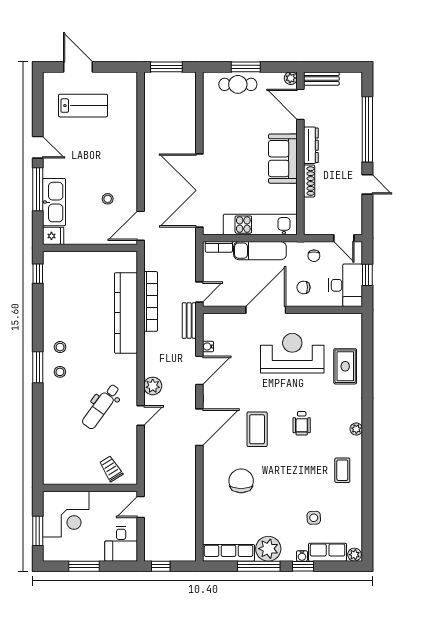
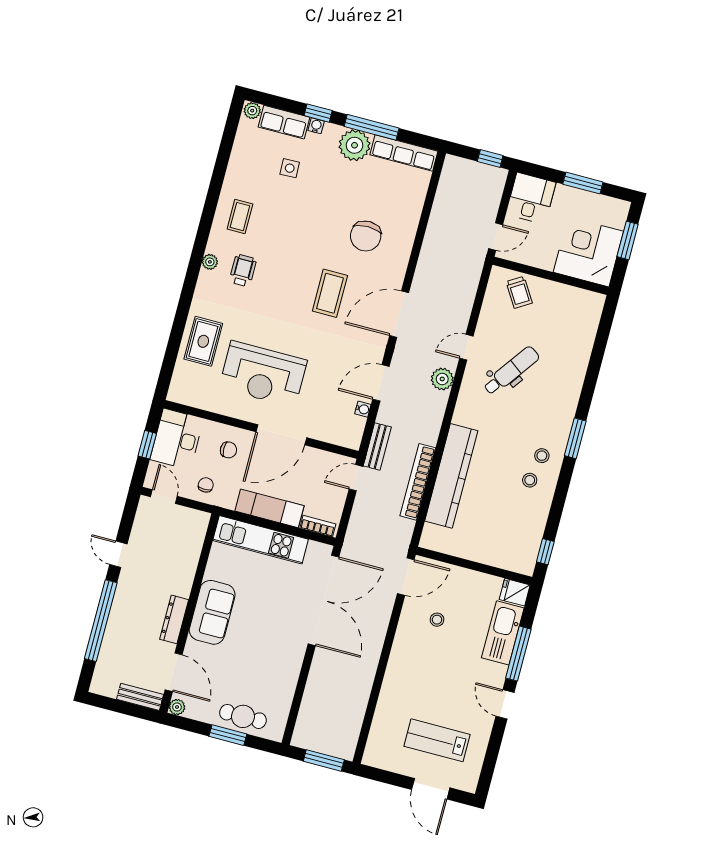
shoe rack: (309, 181) -> (188, 577), removed
stool: (60, 372) -> (530, 480), moved
wheelchair: (302, 423) -> (243, 270), moved

